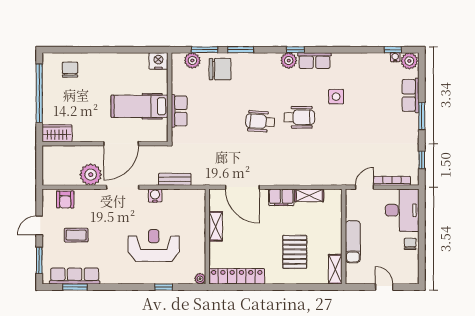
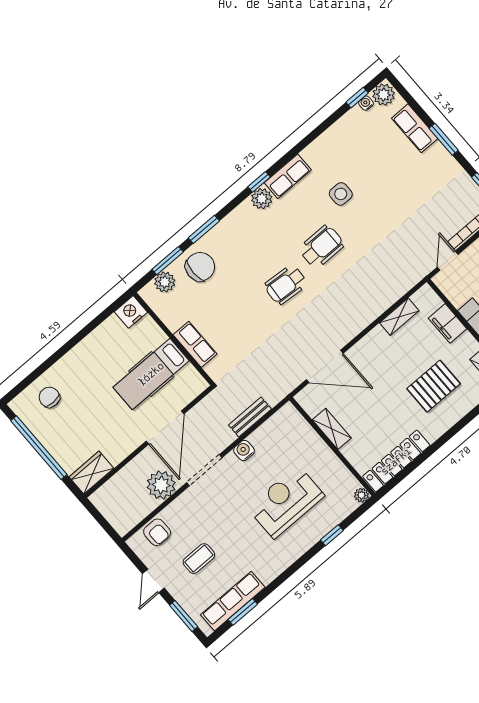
filing cabinet: (281, 197) -> (448, 323), moved, turned 90
pallet: (295, 252) -> (434, 386), turned 90

